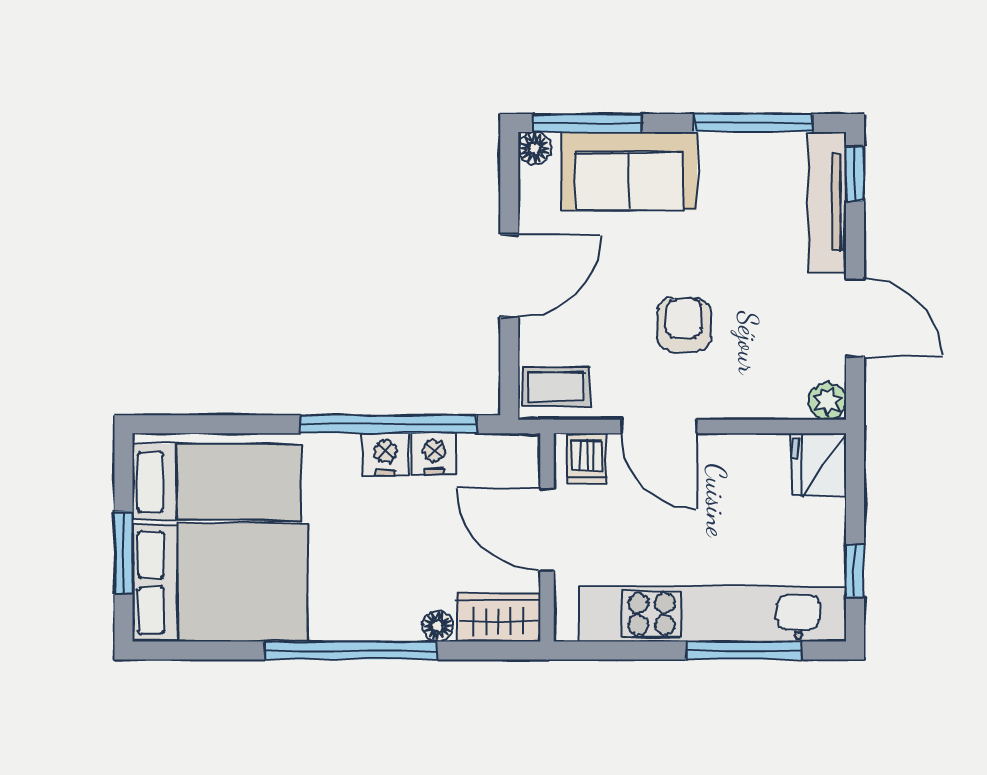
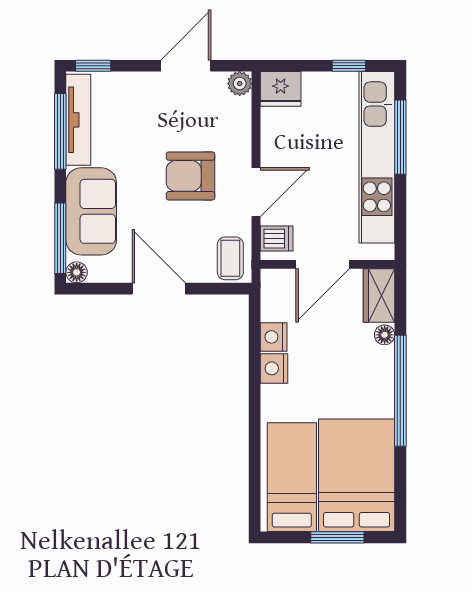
tv unit: (827, 203) -> (78, 120), moved, turned -90
armchair: (684, 325) -> (190, 176), width x1.38, depth x1.38
window: (388, 424) -> (255, 367), removed

